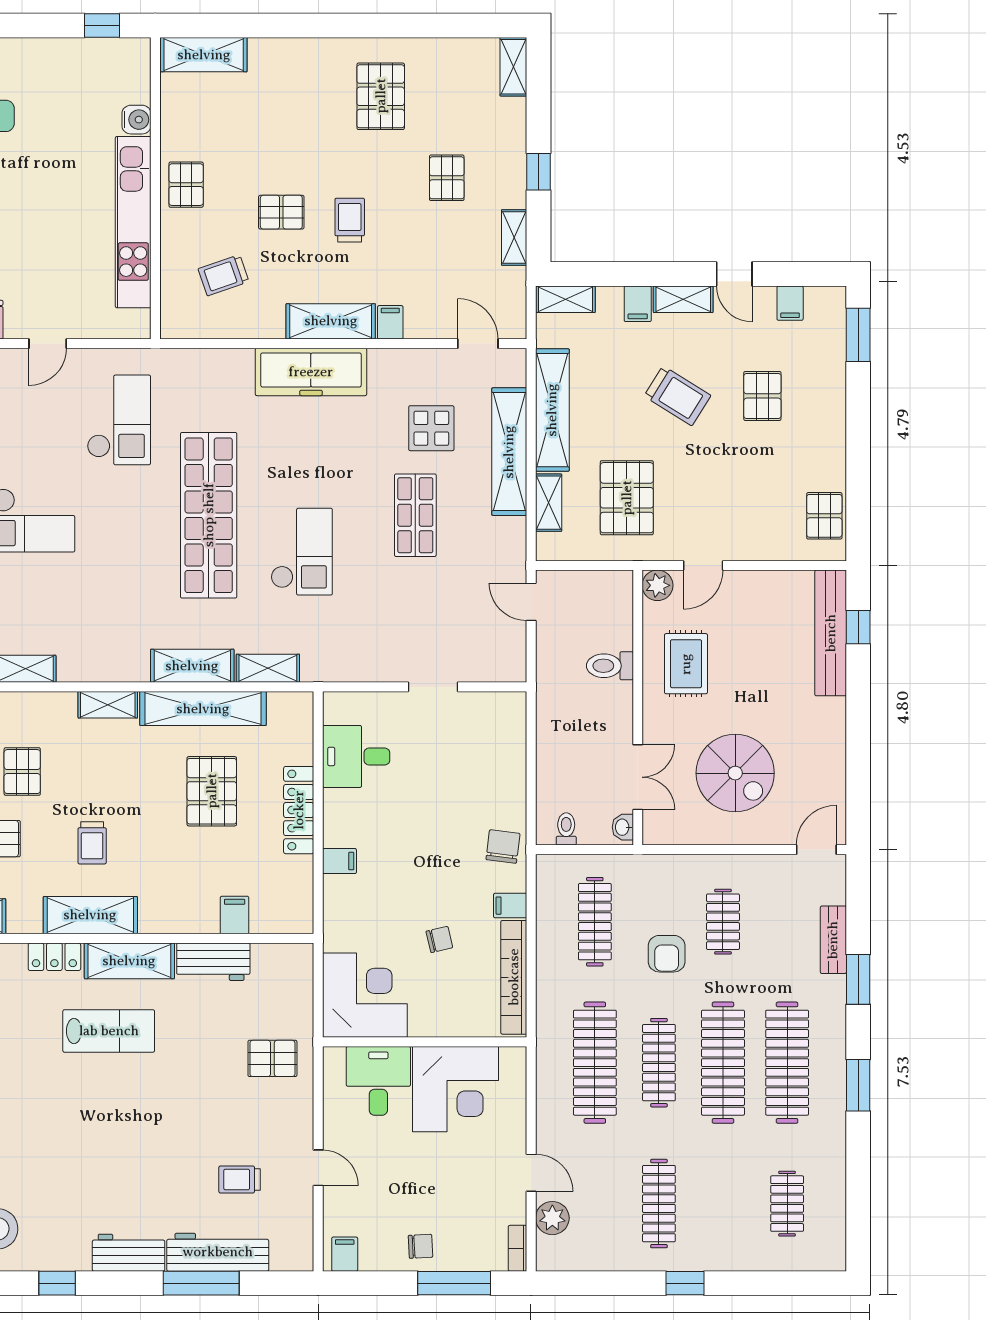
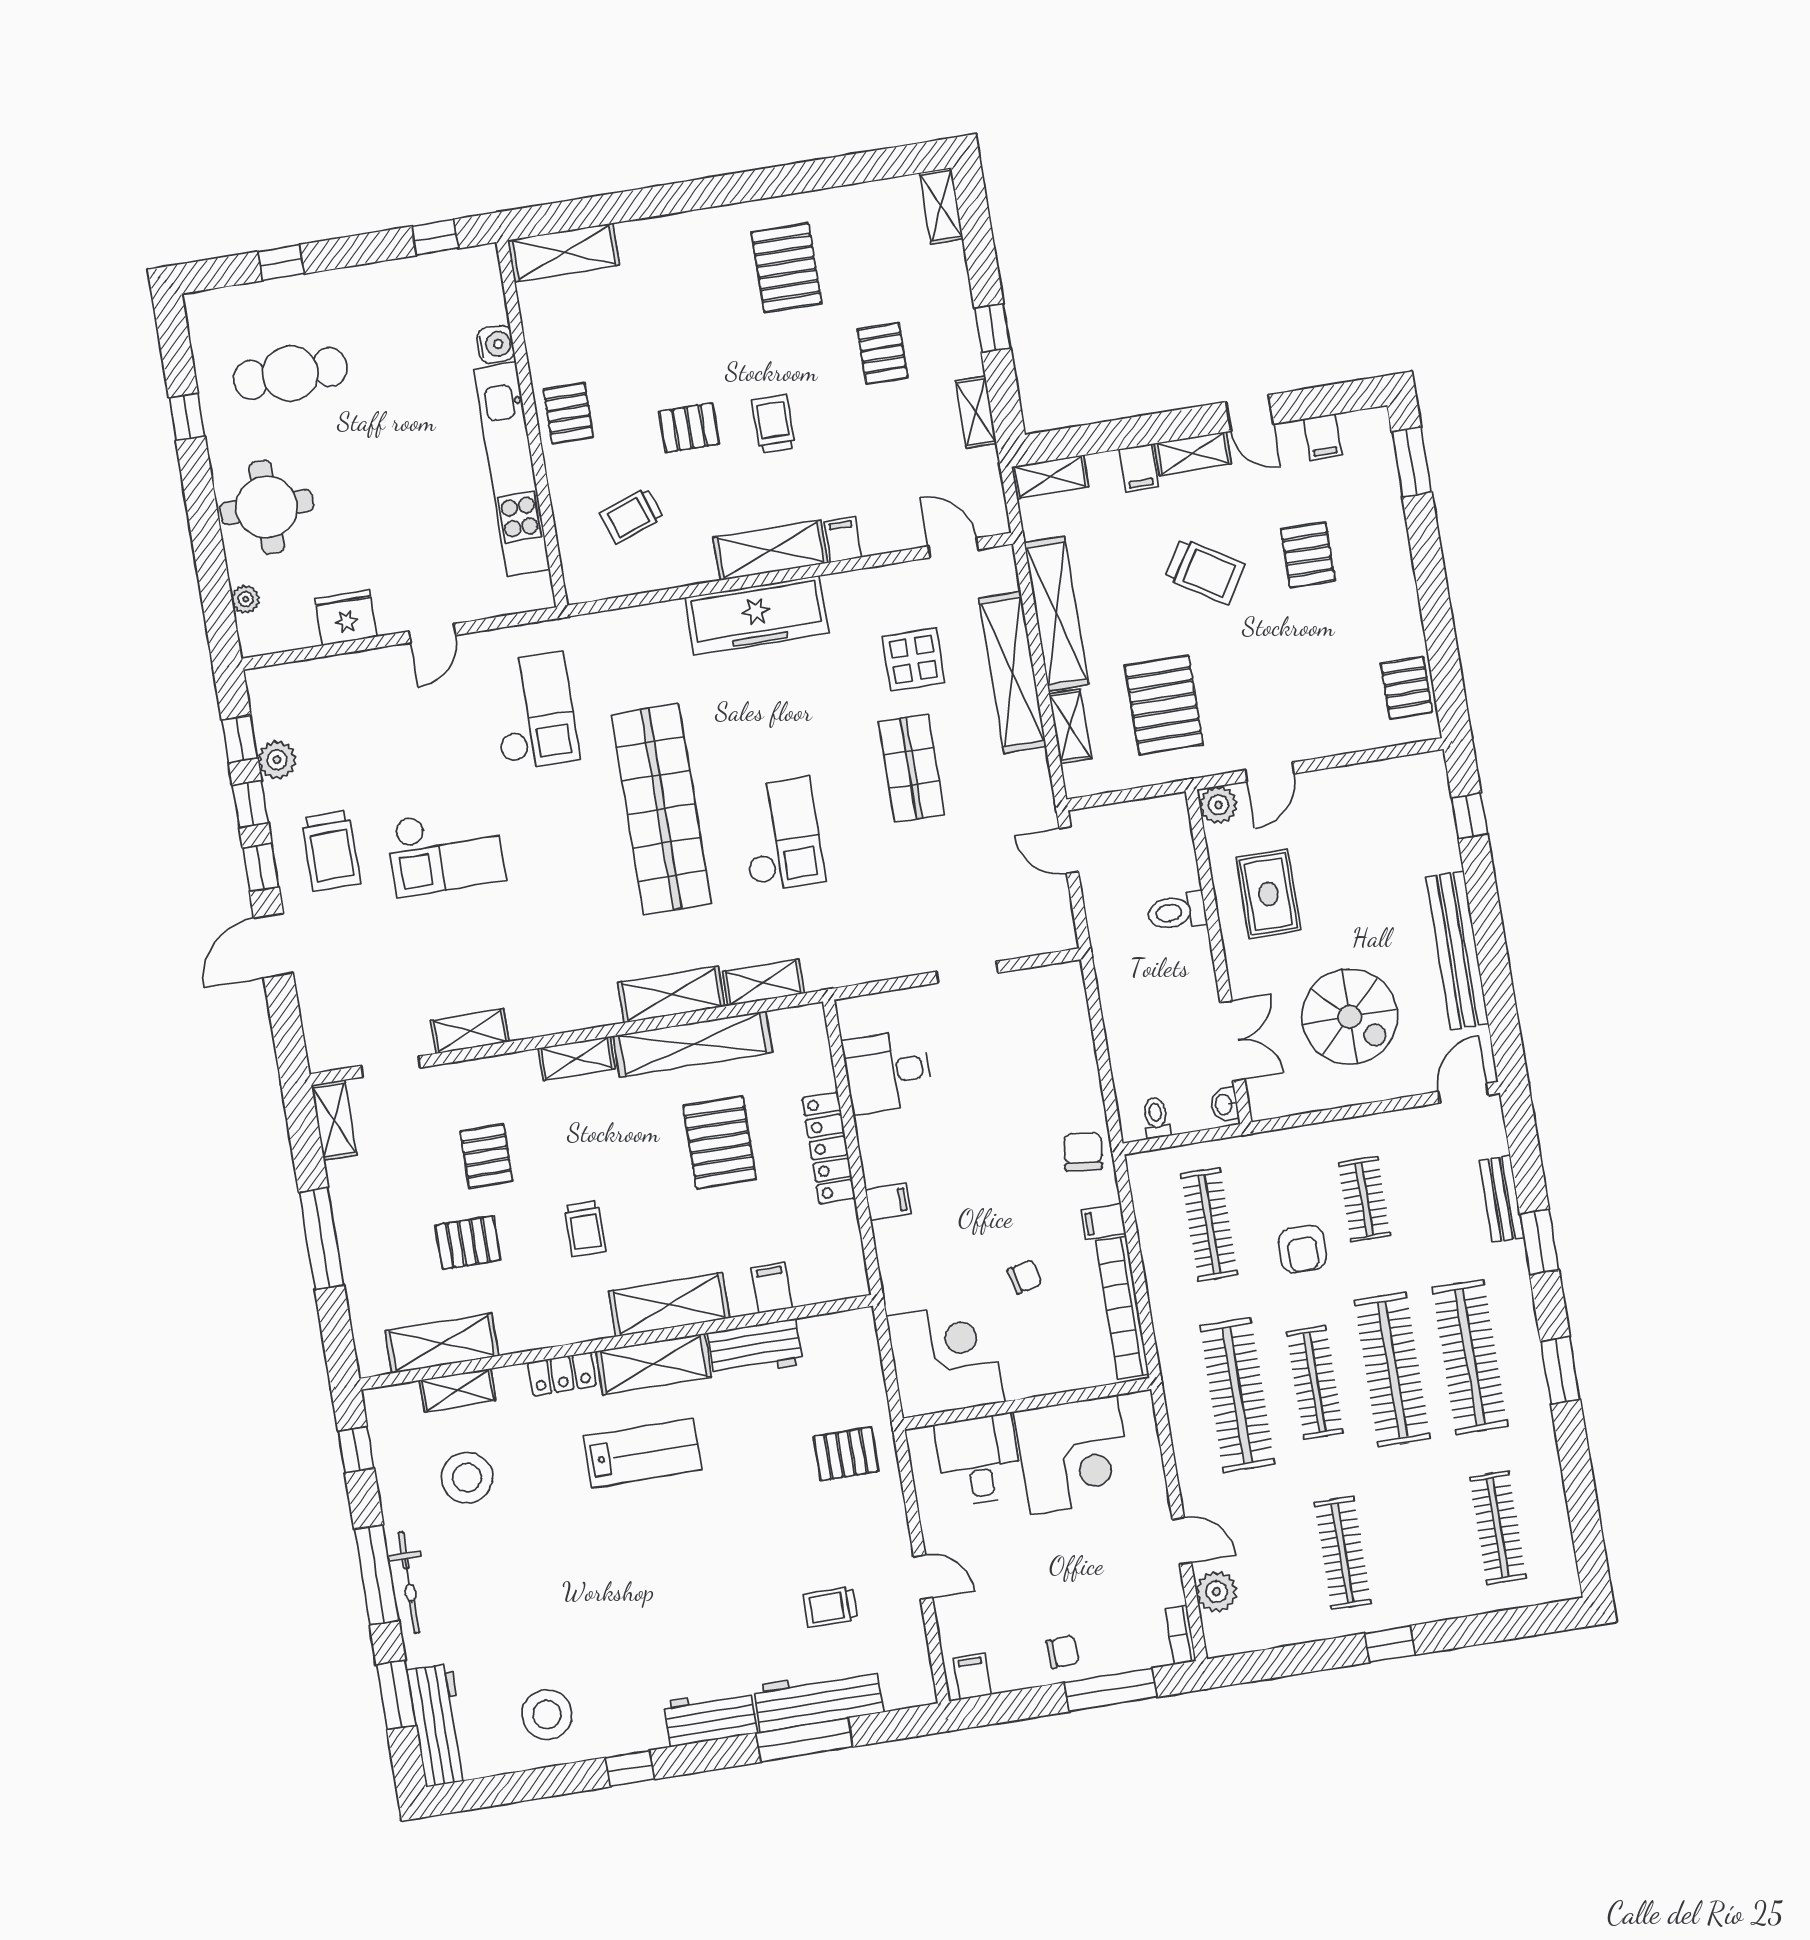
bench: (831, 633) -> (1457, 950), moved
shelving: (90, 915) -> (669, 1305), moved
clothes rail: (787, 1204) -> (1498, 1528), width x1.36

